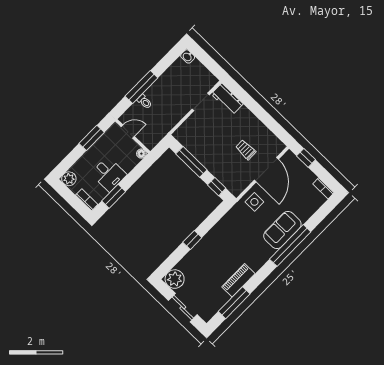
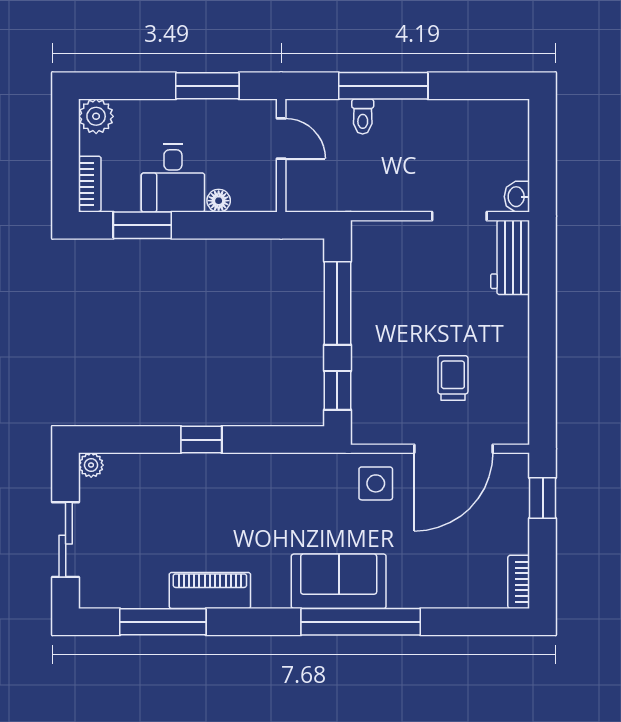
washbasin: (188, 56) -> (517, 197), moved
floor lamp: (141, 154) -> (219, 201), moved
sofa: (282, 230) -> (339, 581), moved
plant: (175, 279) -> (91, 465), width x0.53, depth x0.53

